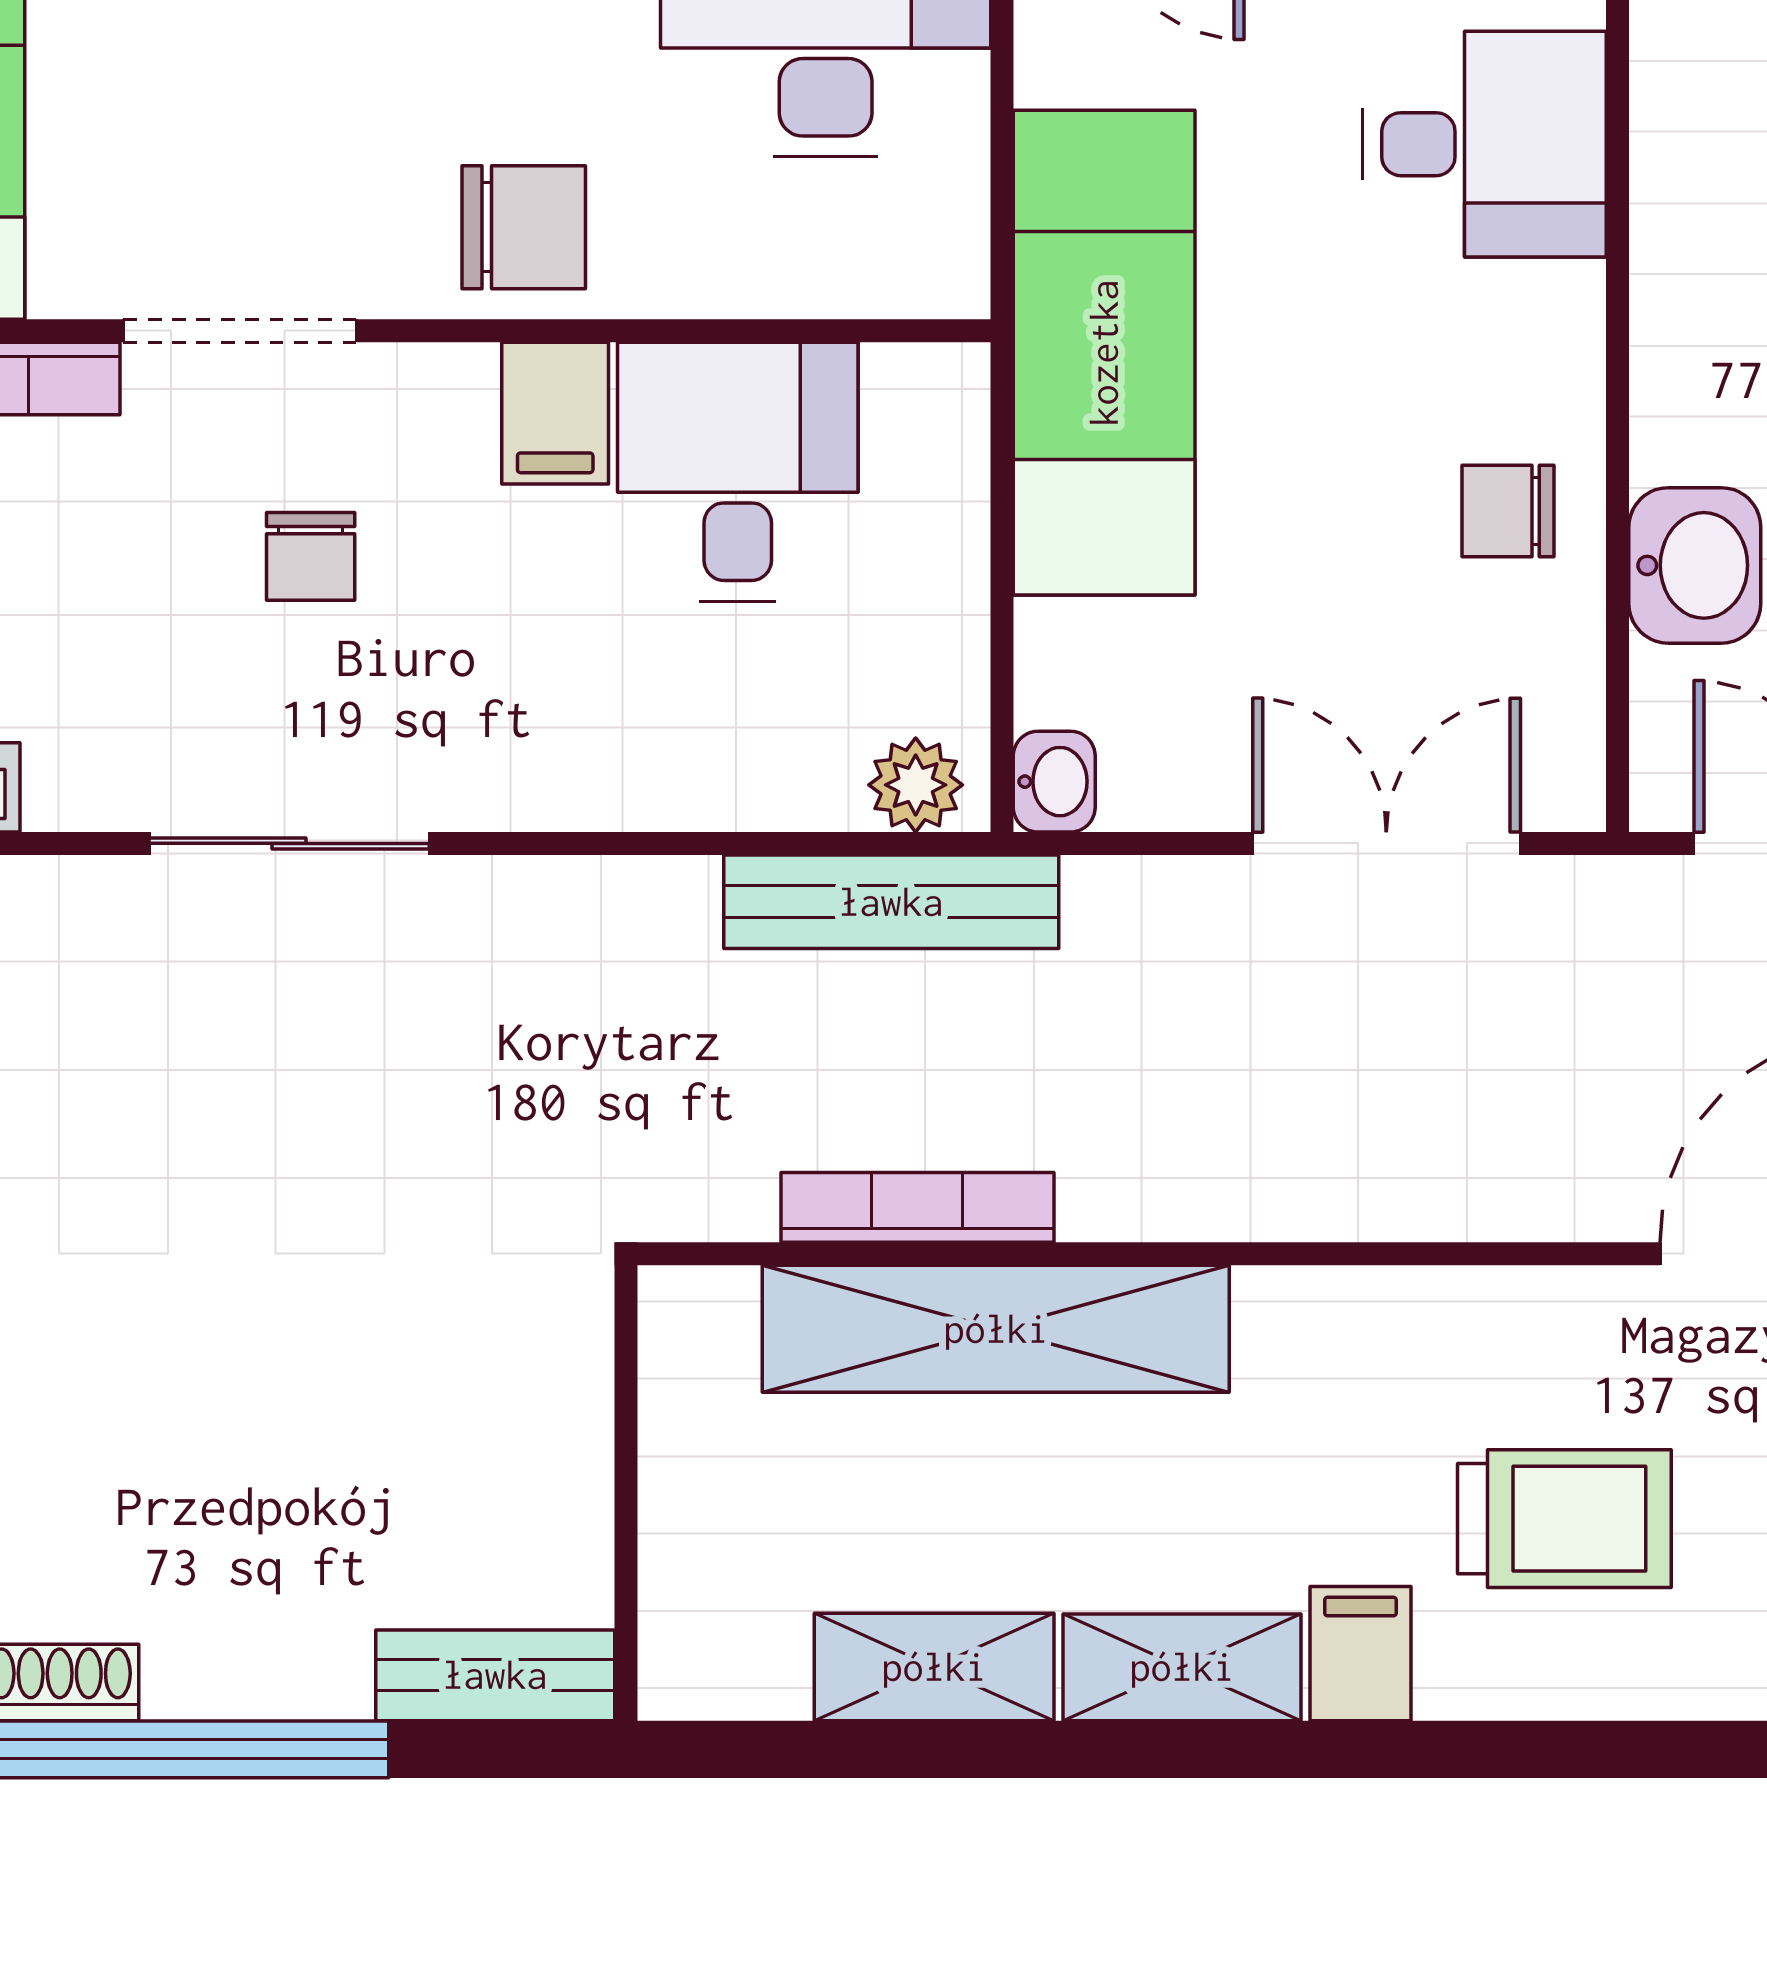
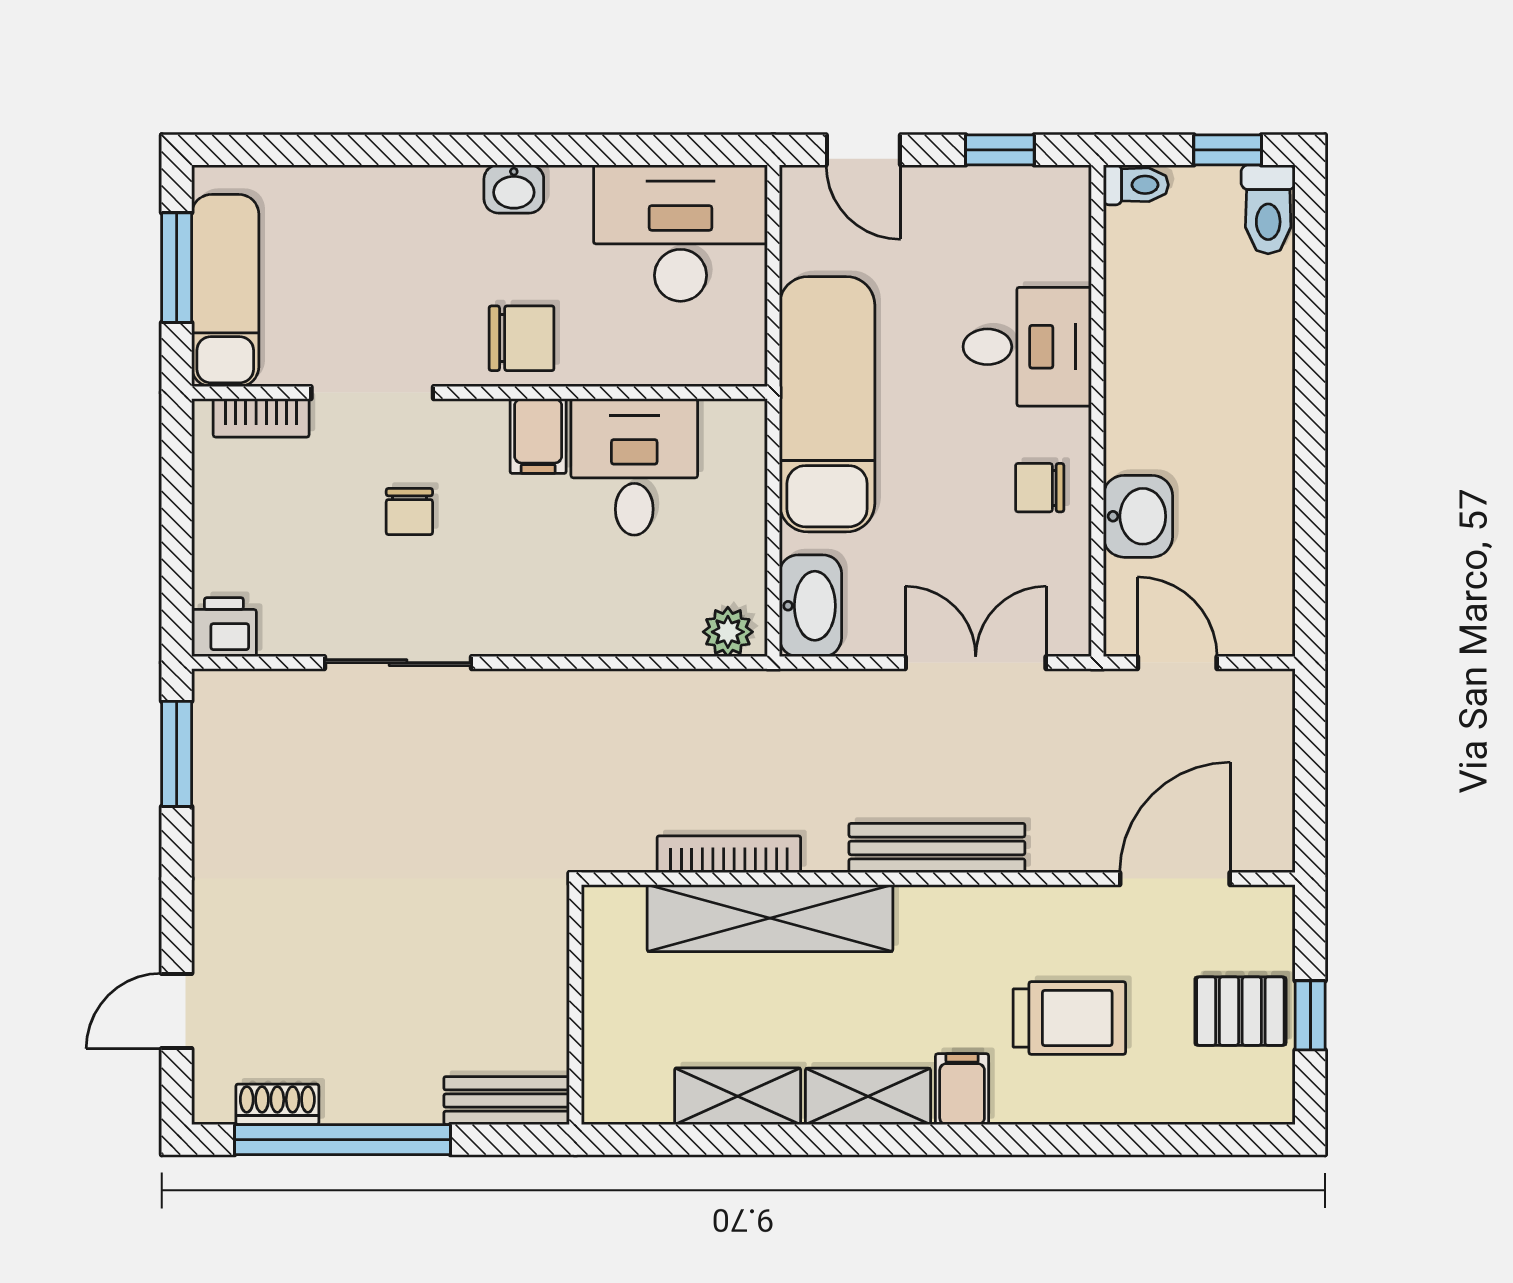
desk: (1484, 144) -> (1027, 347), moved
washbasin: (1054, 782) -> (810, 606), width x1.91, depth x1.45
bench: (891, 902) -> (937, 848), moved

